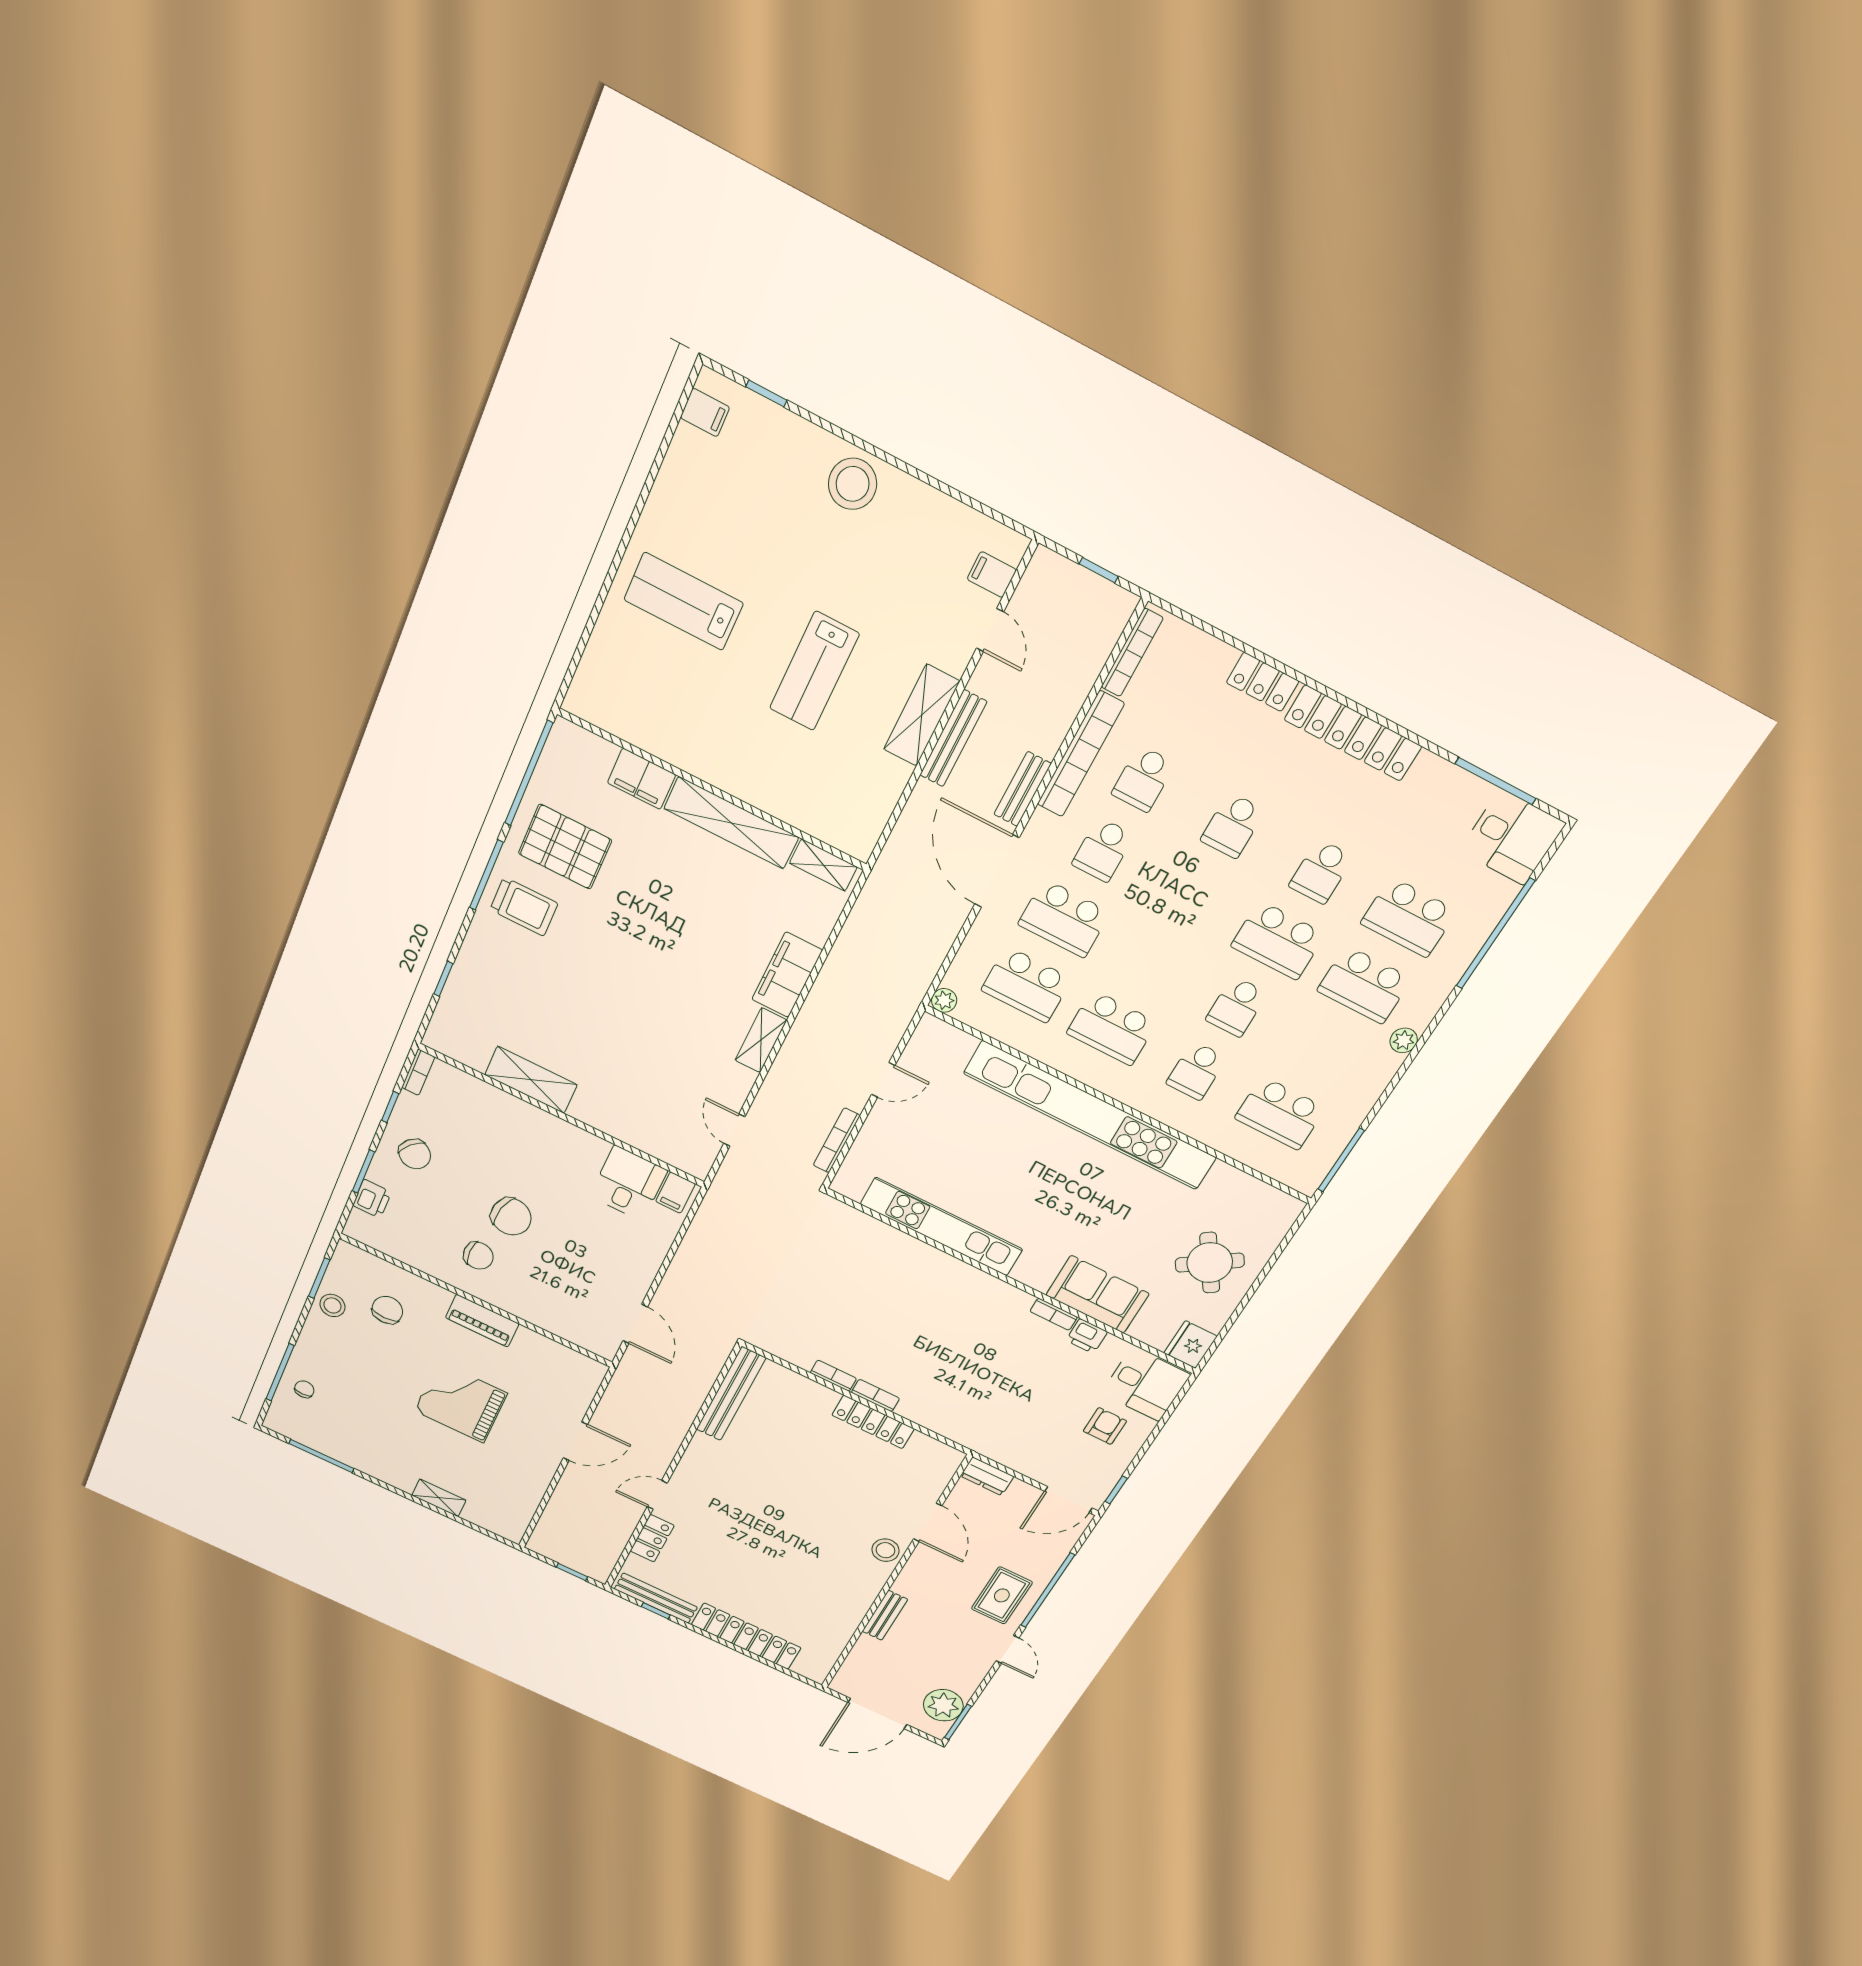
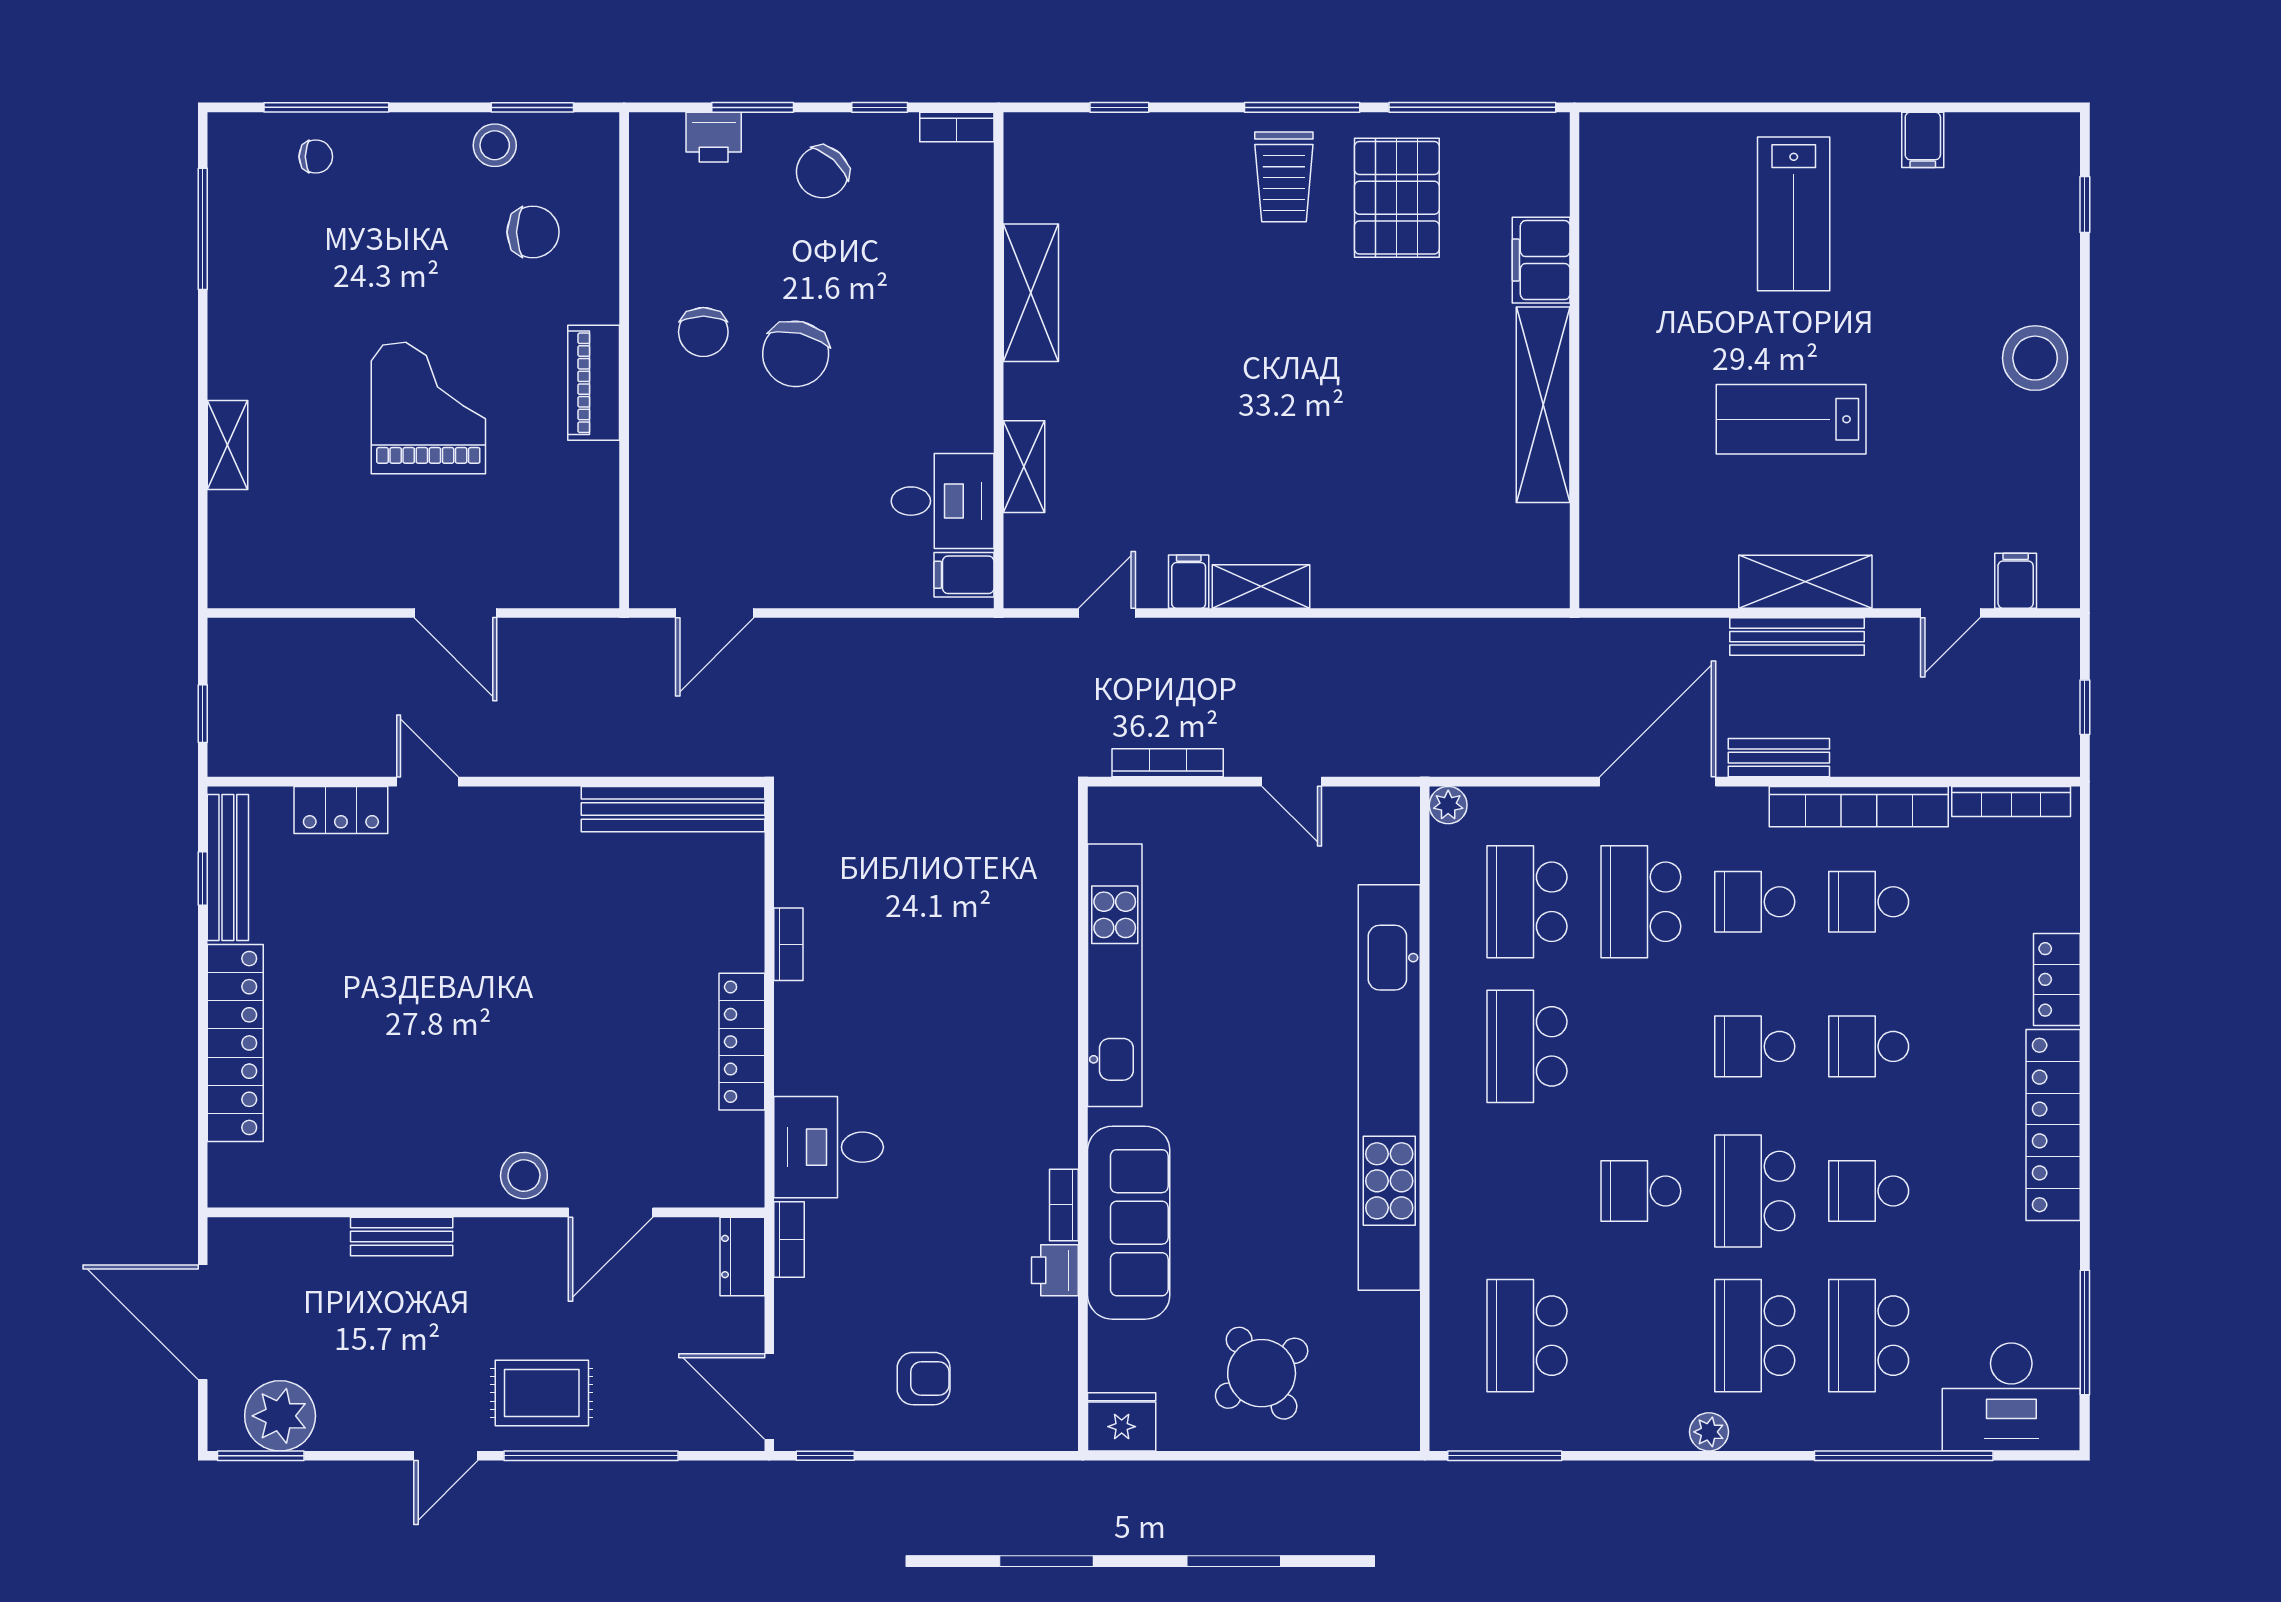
filing cabinet: (705, 413) -> (1923, 140), moved
lab bench: (684, 601) -> (1794, 214), turned 180
desk: (1512, 837) -> (2011, 1397), width x1.37
shelving: (823, 865) -> (1024, 467), moved
filing cabinet: (787, 975) -> (1189, 582), moved, width x0.33, depth x0.86
school desk: (1196, 1071) -> (1755, 1046), moved
sofa: (1098, 1294) -> (1129, 1223), width x1.36
desk: (1146, 1384) -> (829, 1147), moved, turned 90
bookcase: (875, 1396) -> (789, 1239), moved

